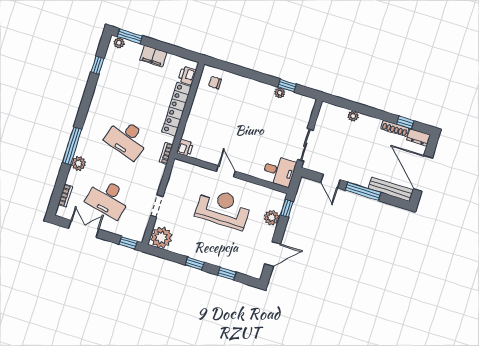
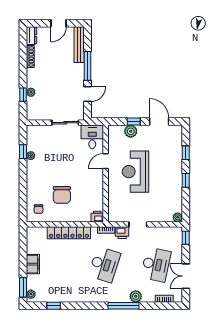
printer: (187, 76) -> (122, 233), moved
chair: (223, 115) -> (62, 195), added
window: (405, 123) -> (23, 95), moved
door: (226, 171) -> (106, 161), moved
door: (423, 173) -> (59, 23), width x0.53
doorway: (157, 206) -> (138, 224), moved
window: (287, 208) -> (134, 122), moved
plant: (161, 237) -> (178, 217), width x0.53, depth x0.53

